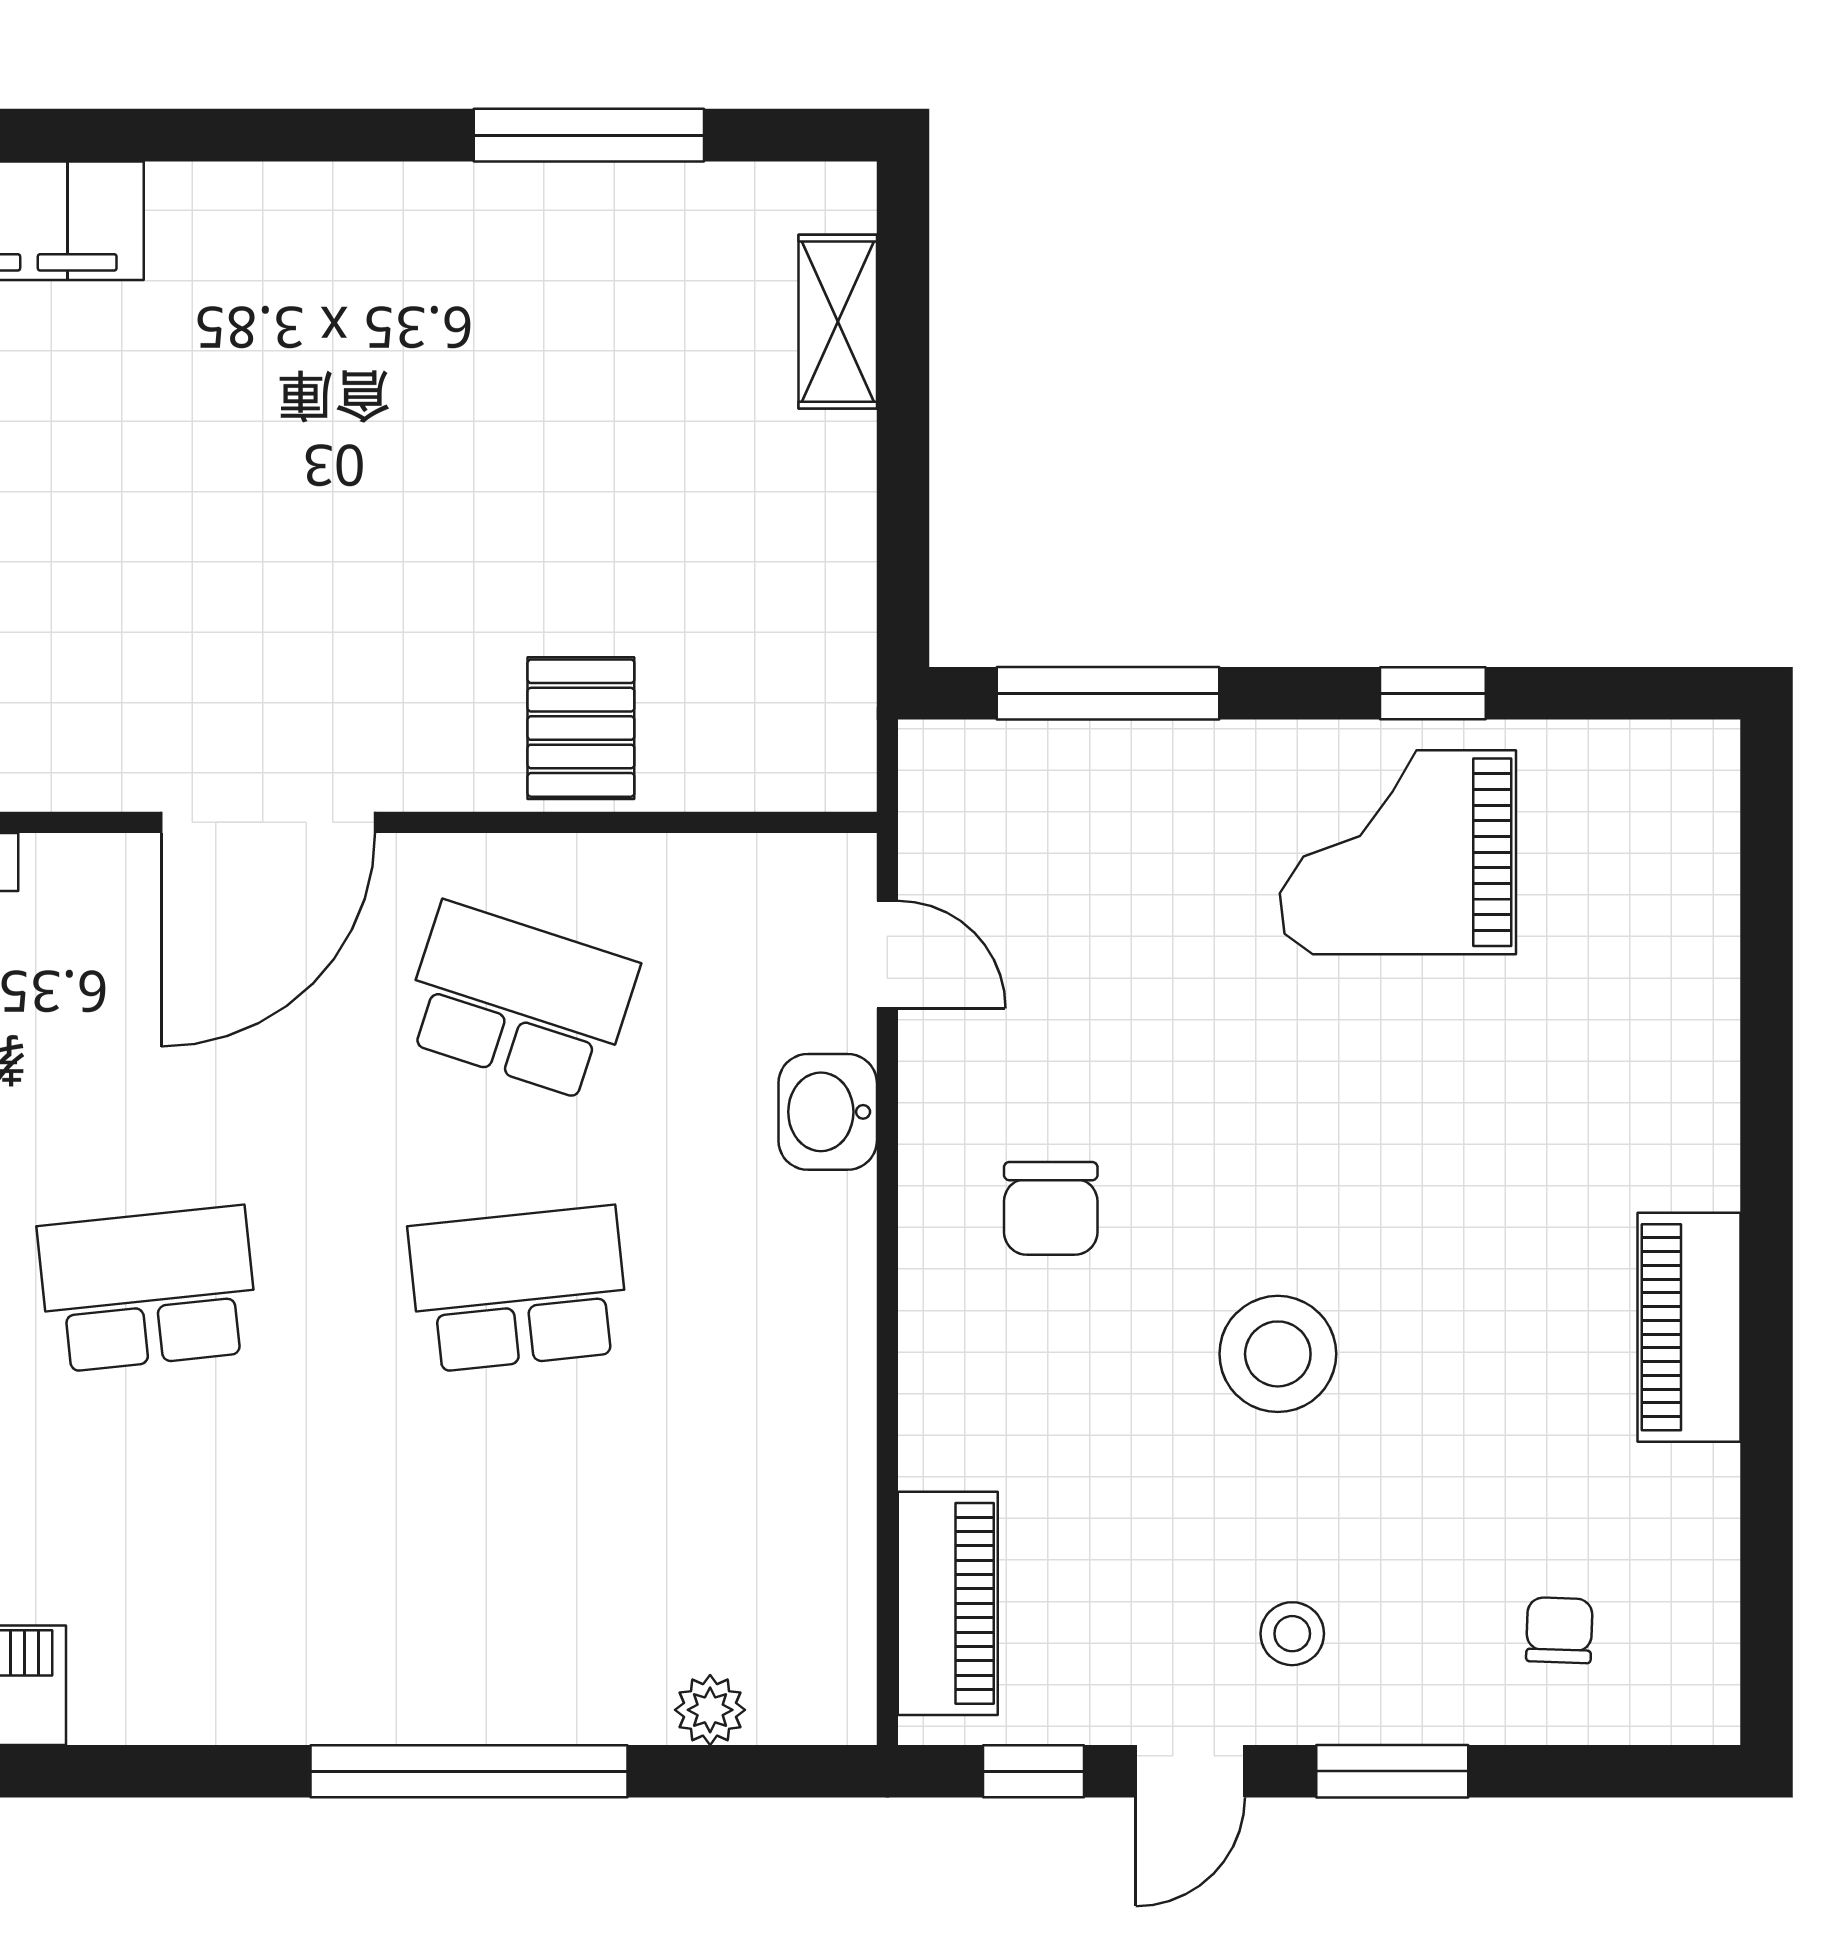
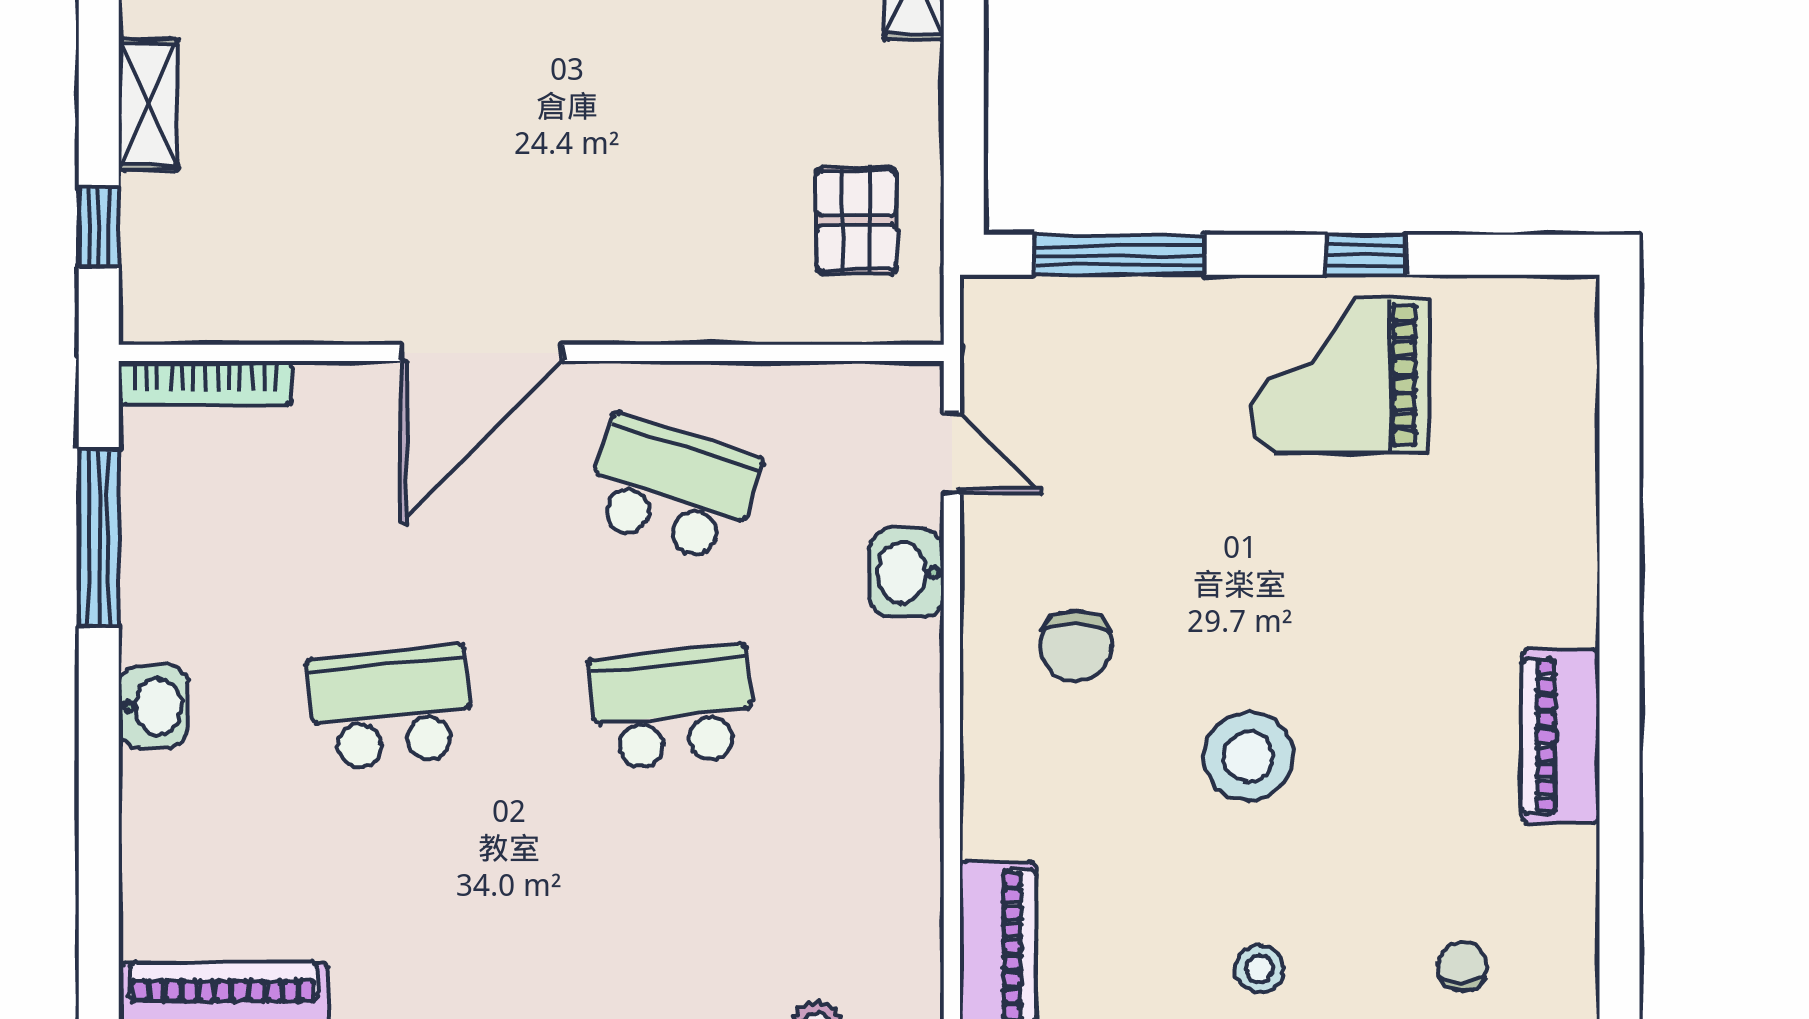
pallet: (581, 728) -> (856, 221), moved

